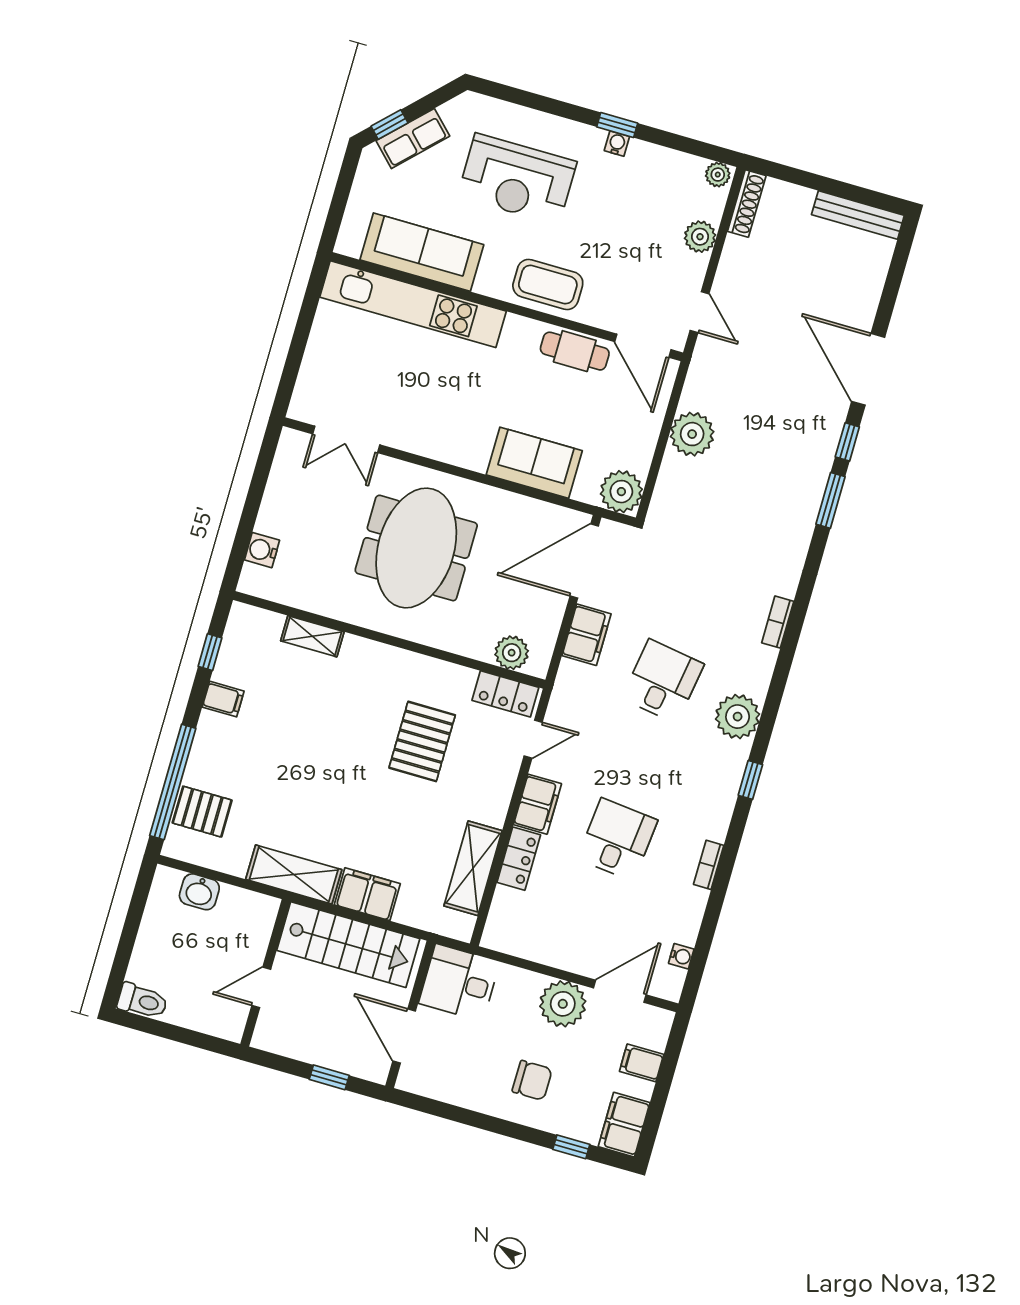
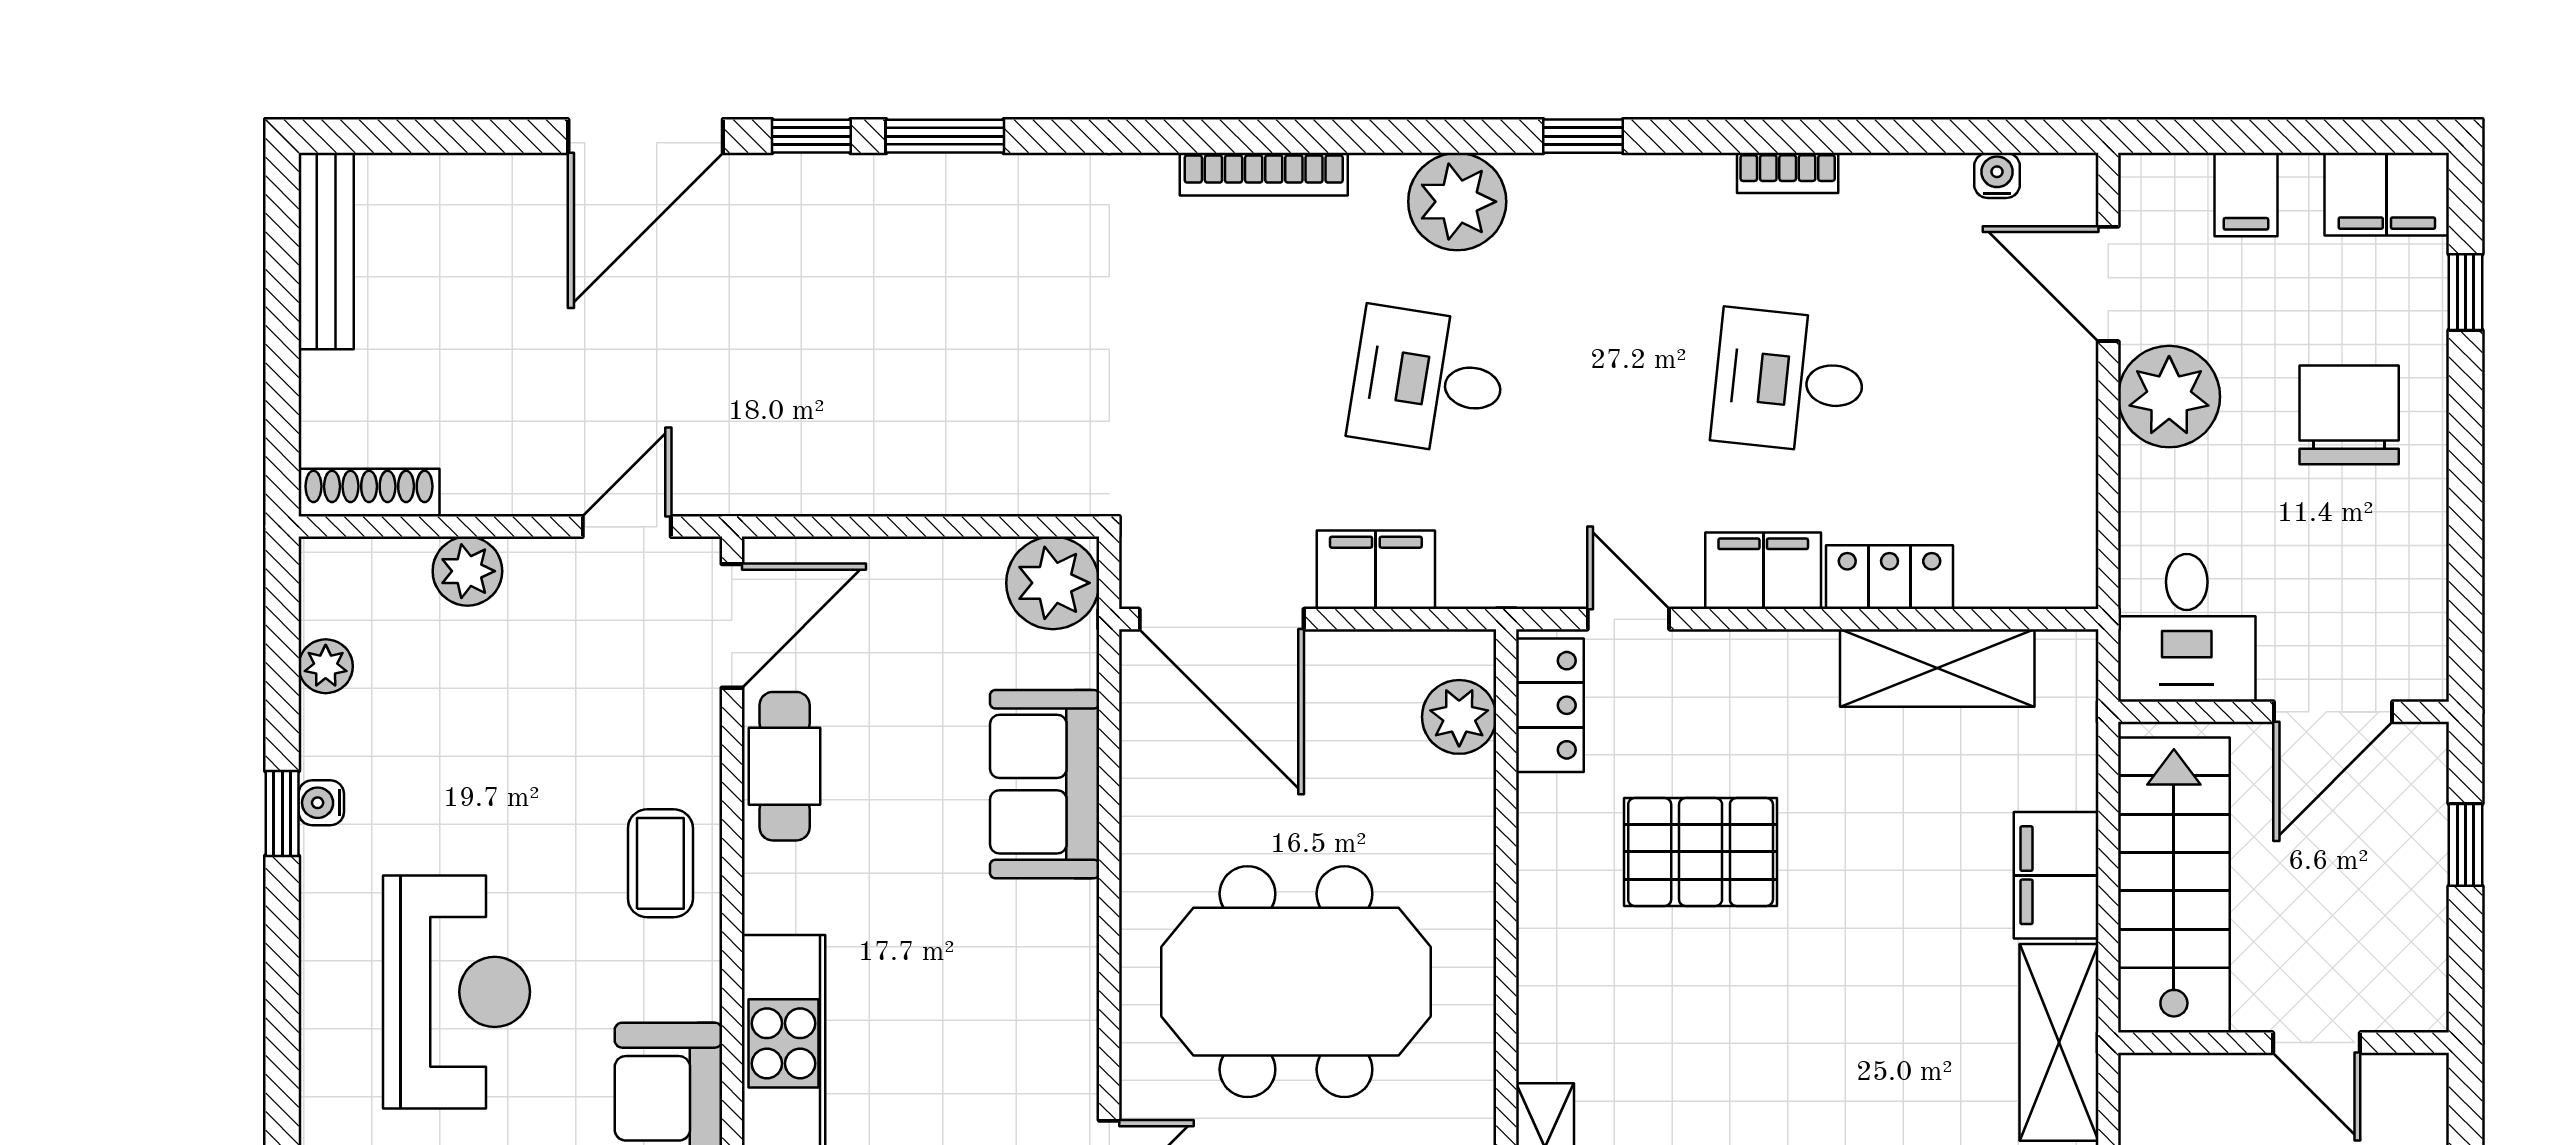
plant: (718, 175) -> (326, 666), moved
coffee table: (548, 284) -> (660, 863), width x0.73, depth x0.77
plant: (692, 434) -> (889, 468), removed
bookcase: (778, 622) -> (1264, 174), width x1.56
chair: (532, 1080) -> (2349, 415), width x1.37, depth x1.37

